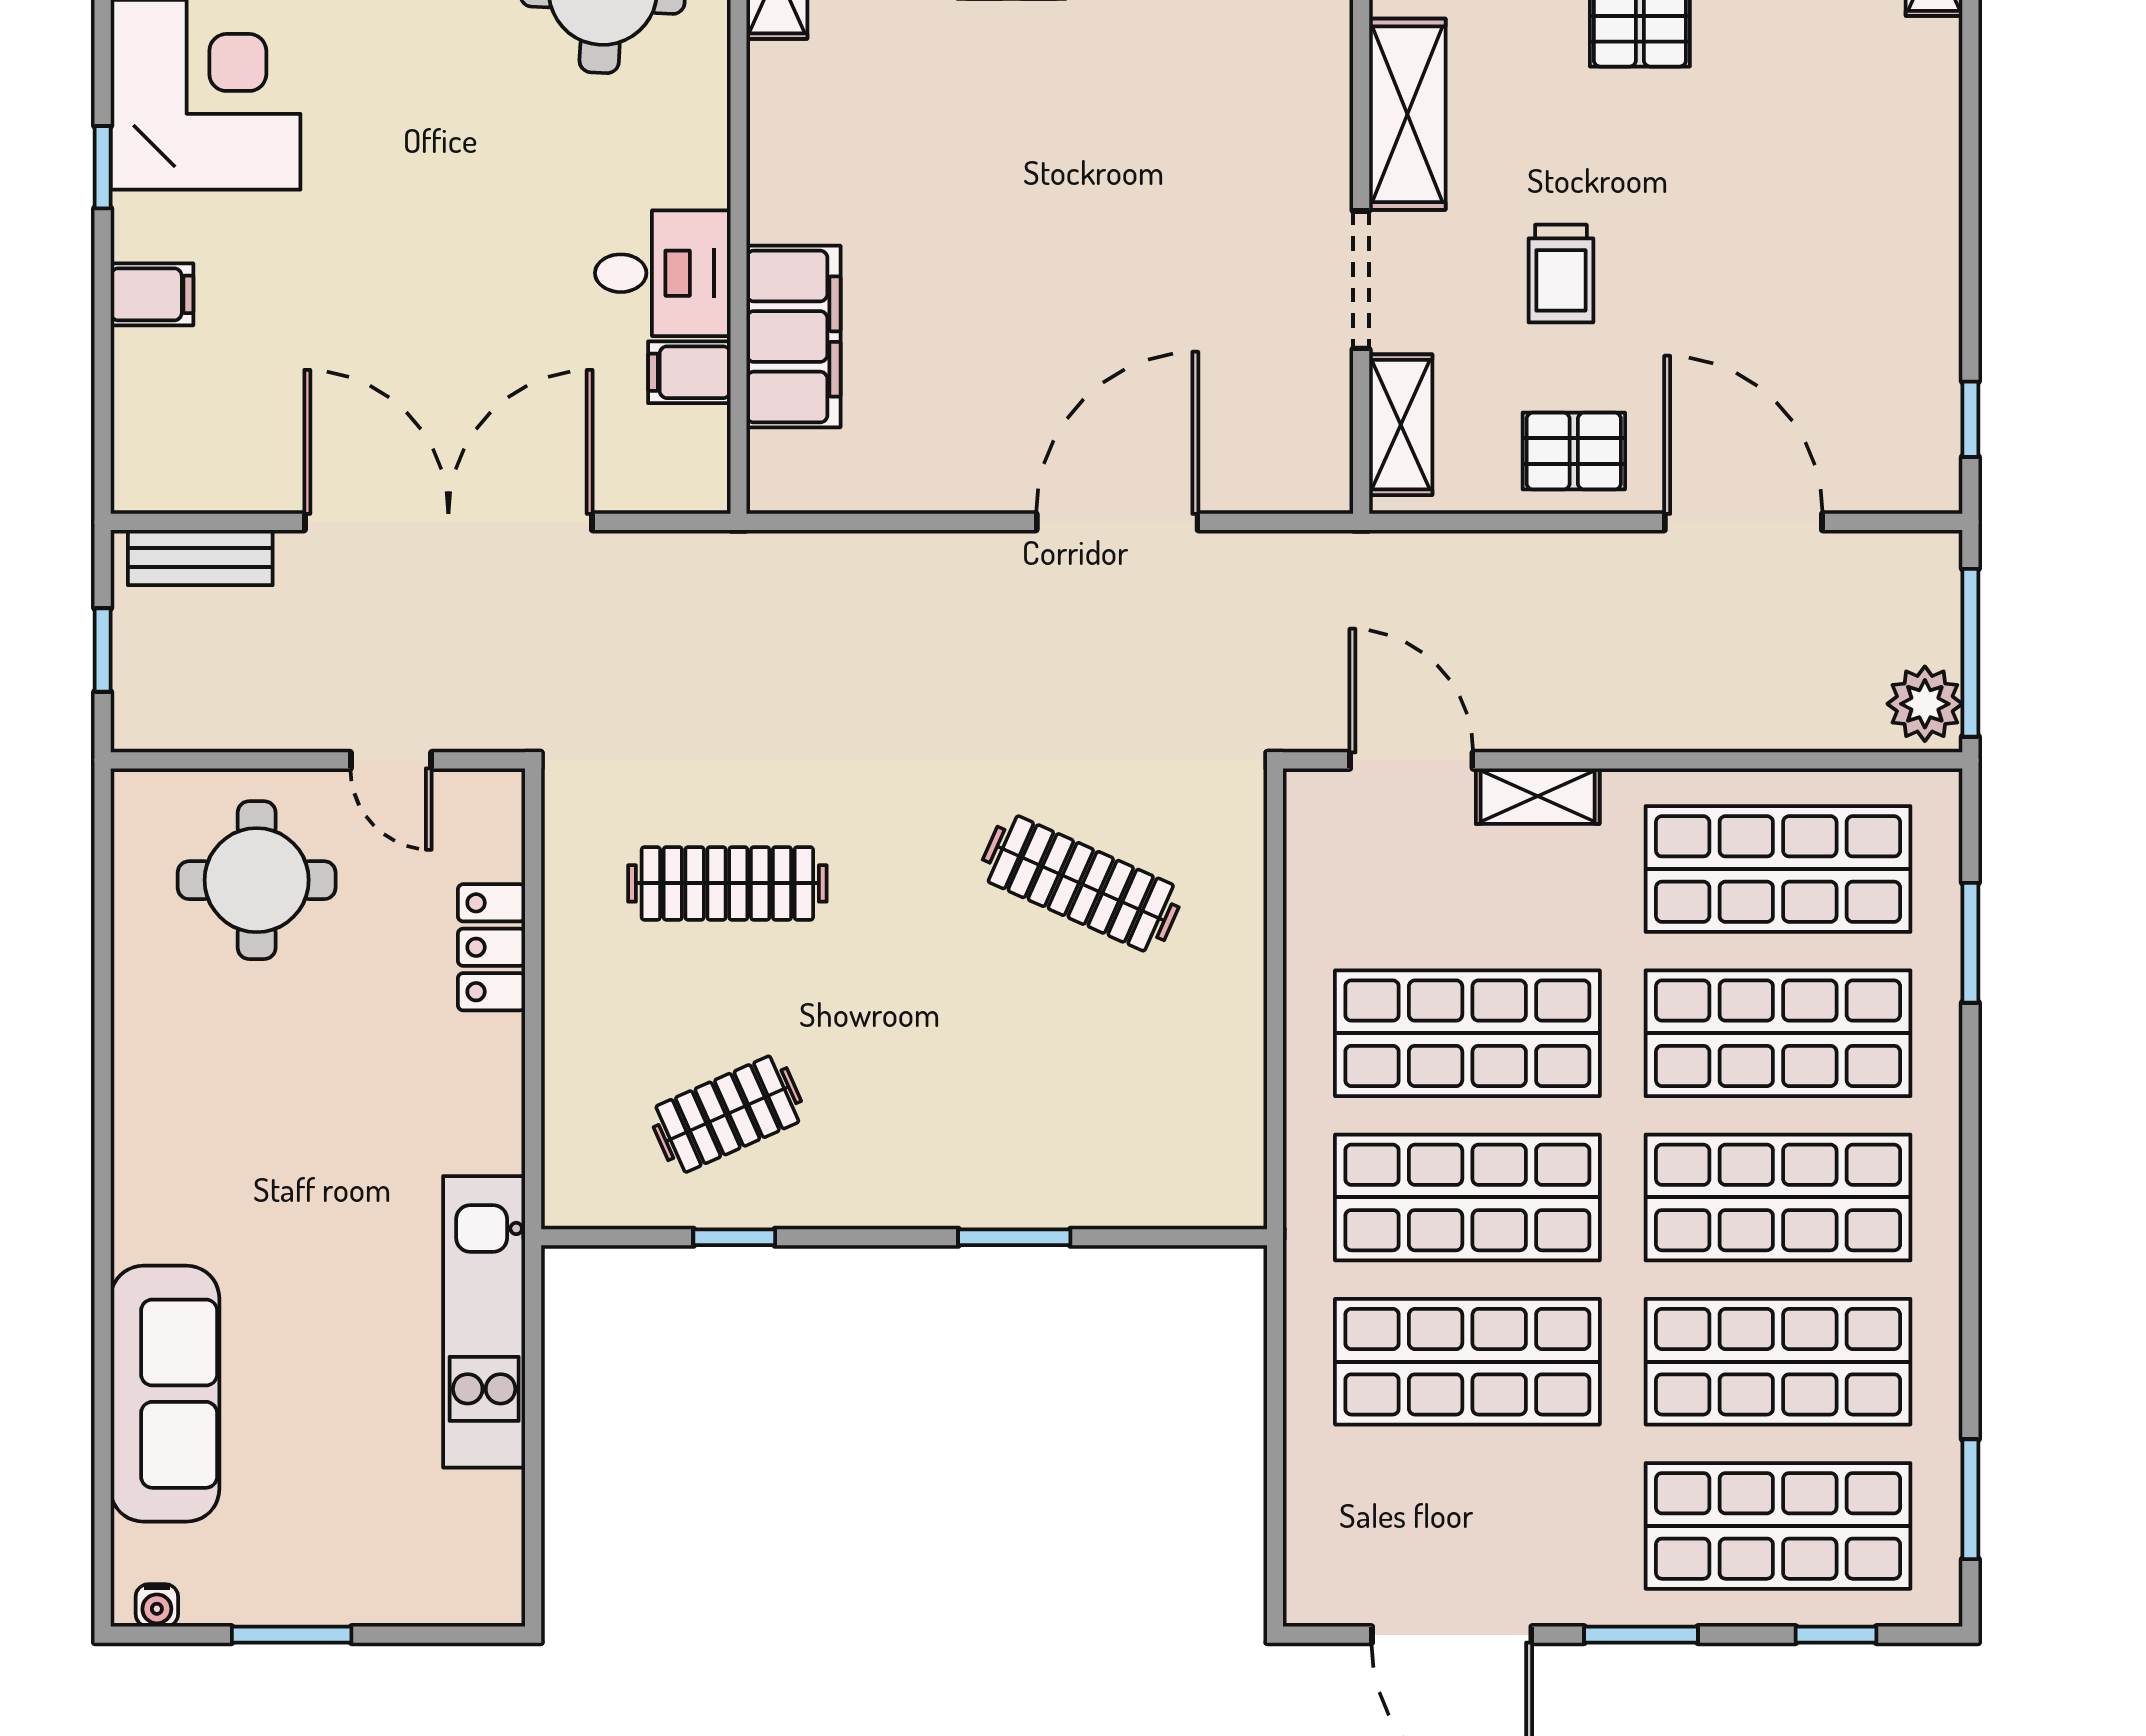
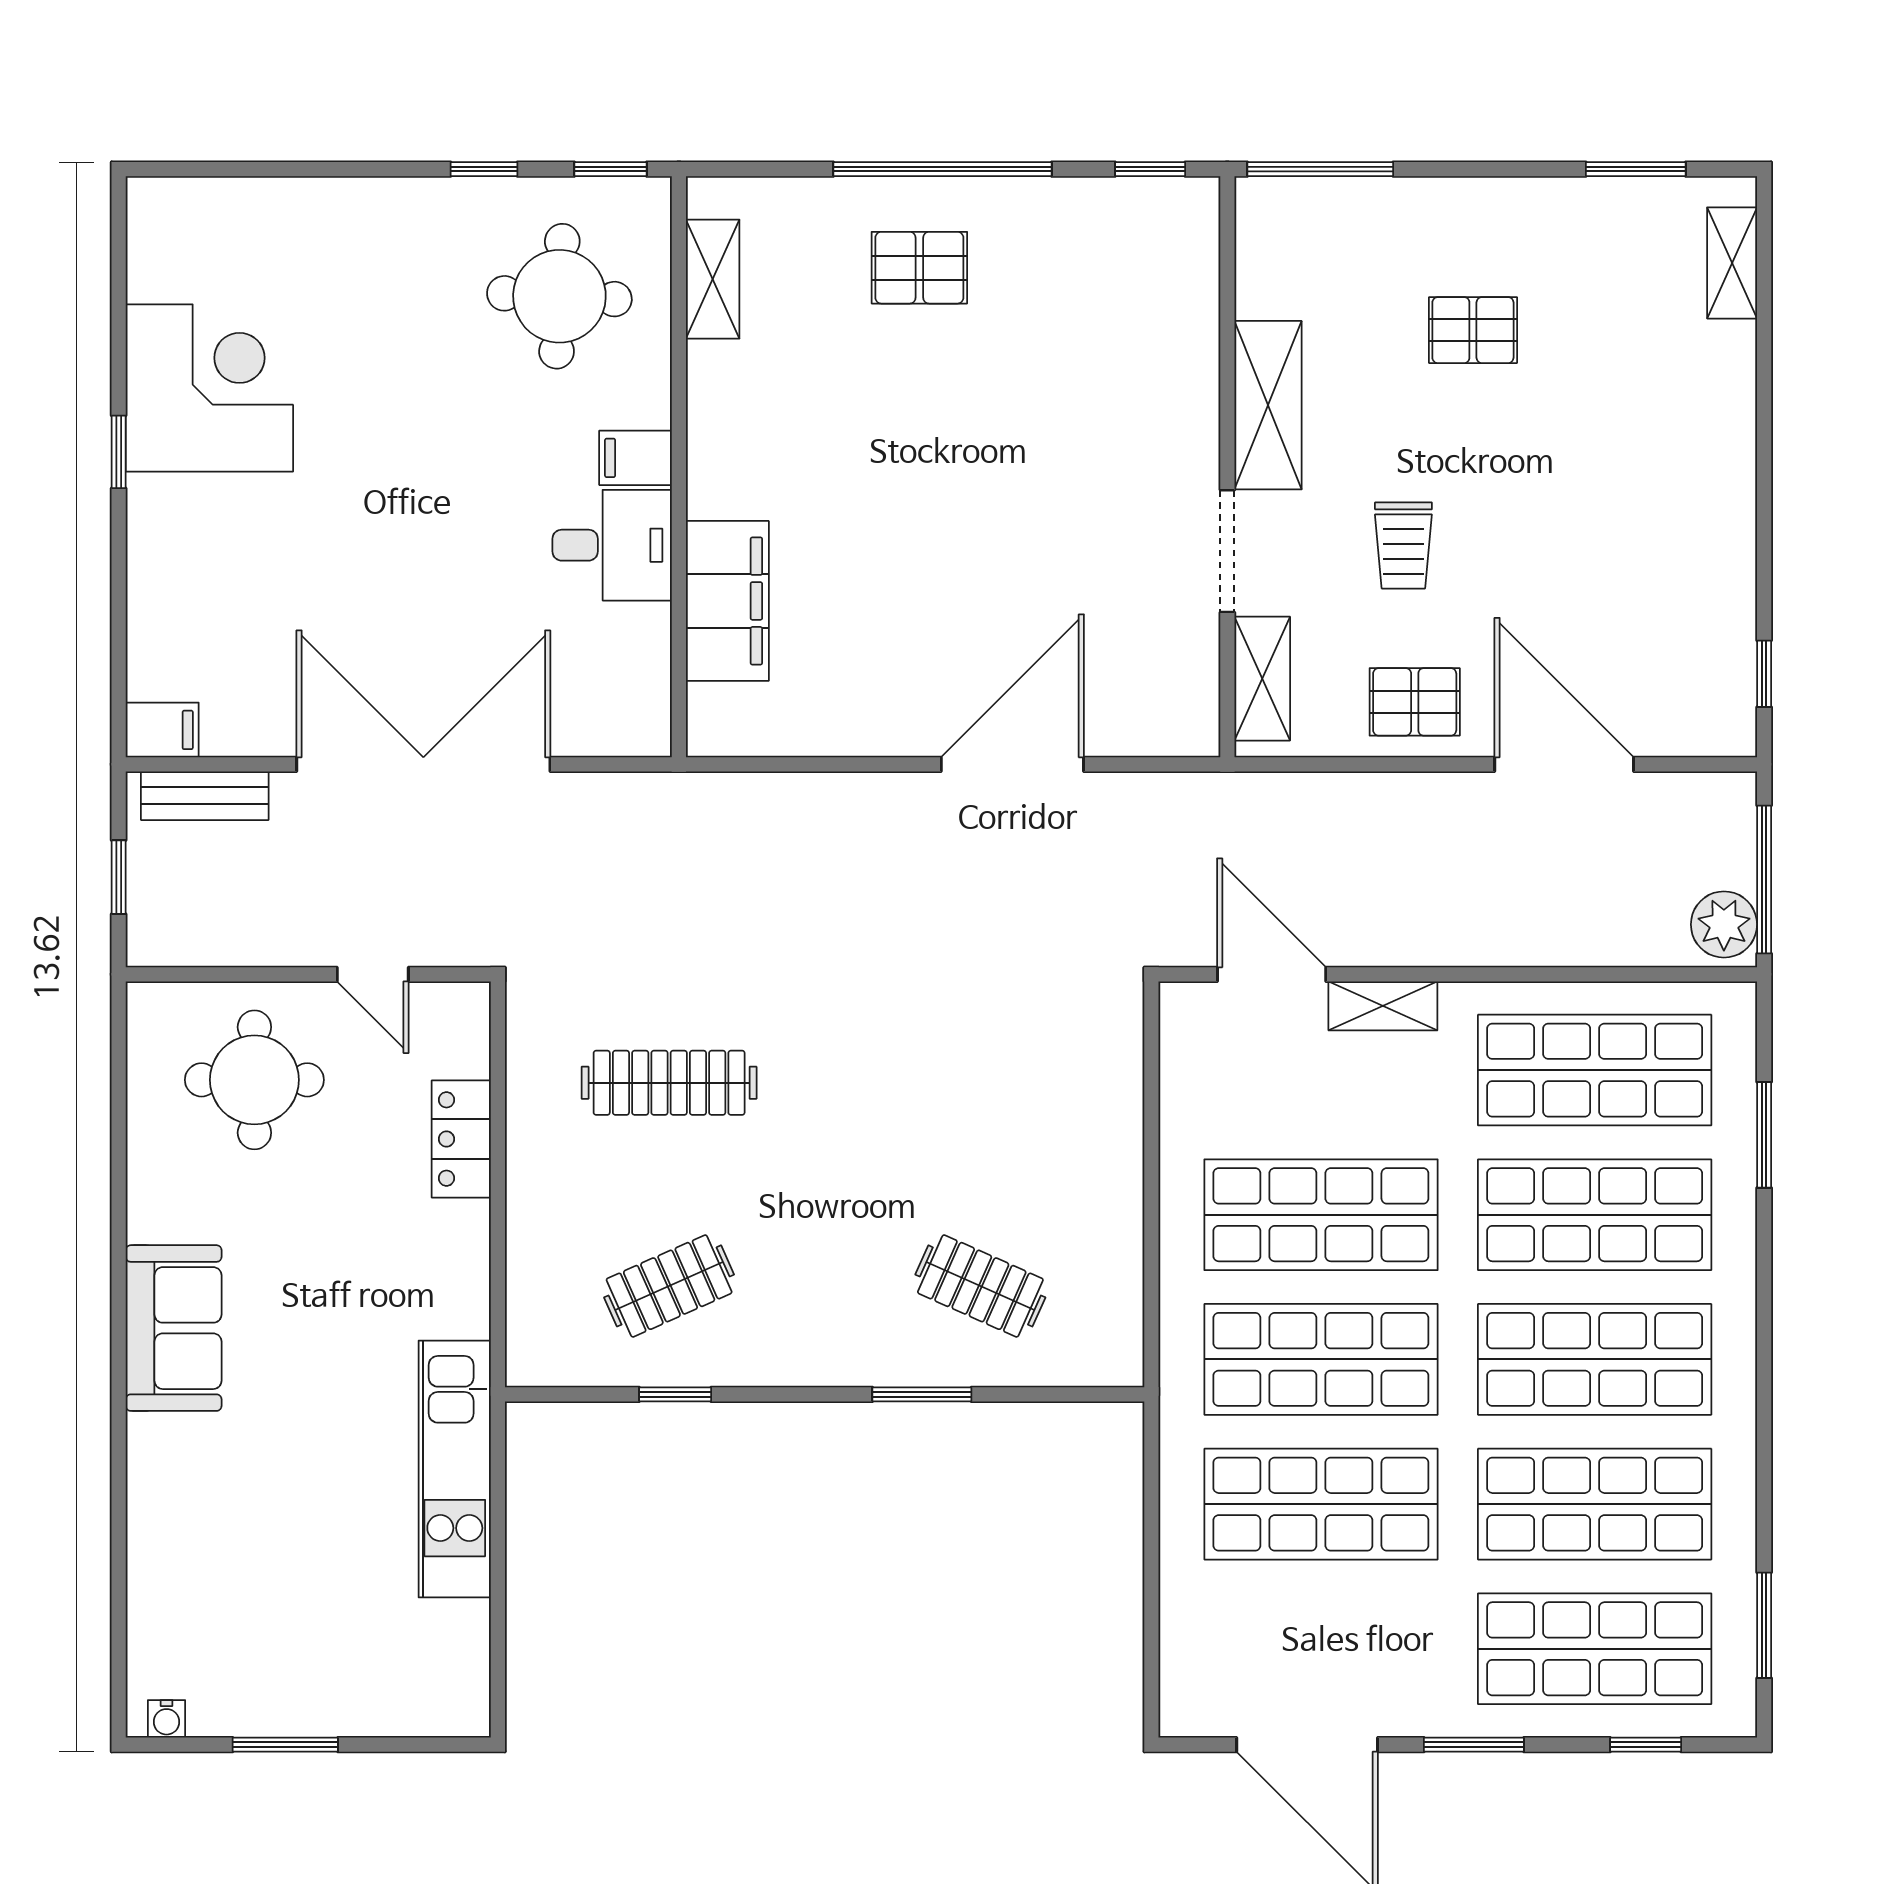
filing cabinet: (152, 294) -> (162, 730), moved
filing cabinet: (689, 372) -> (636, 458), moved
clothes rail: (1081, 883) -> (980, 1286), moved, width x0.73
sofa: (165, 1394) -> (174, 1328), moved, width x0.73

